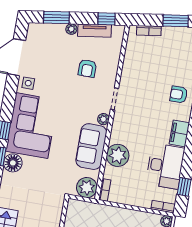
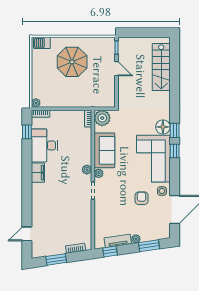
armchair: (87, 68) -> (142, 198), moved
armchair: (179, 94) -> (44, 203), removed
plant: (118, 155) -> (87, 170), moved, width x0.53, depth x0.53

